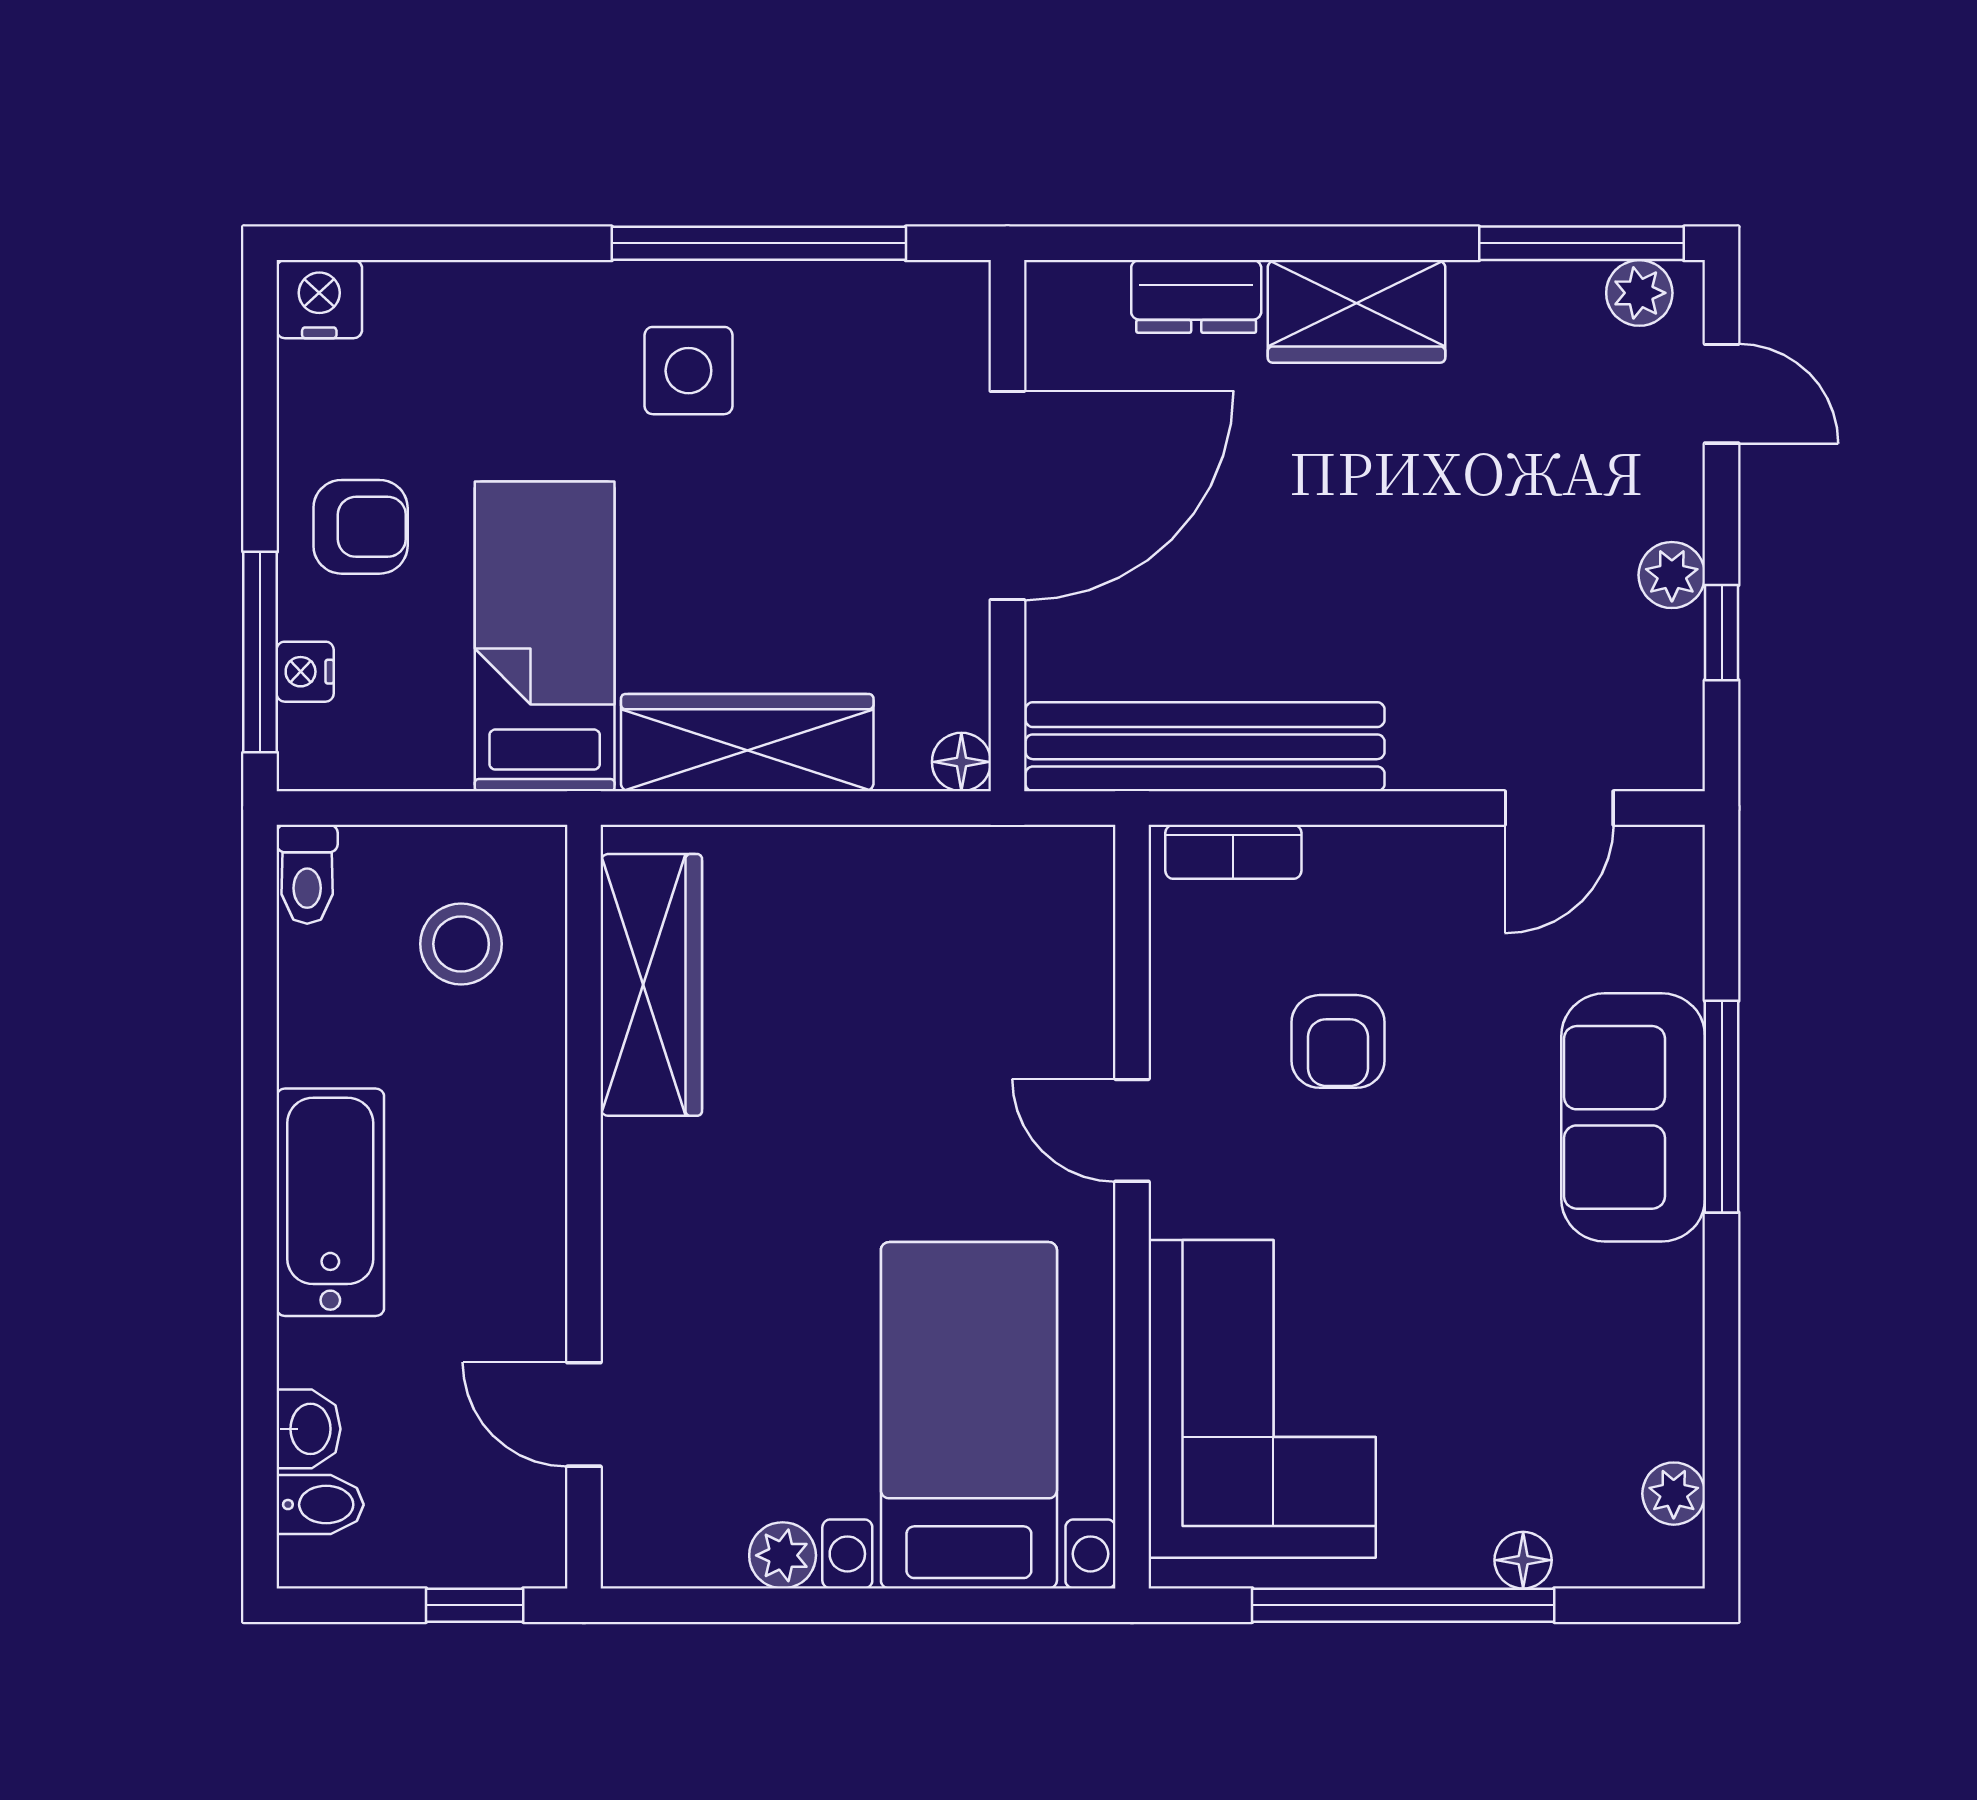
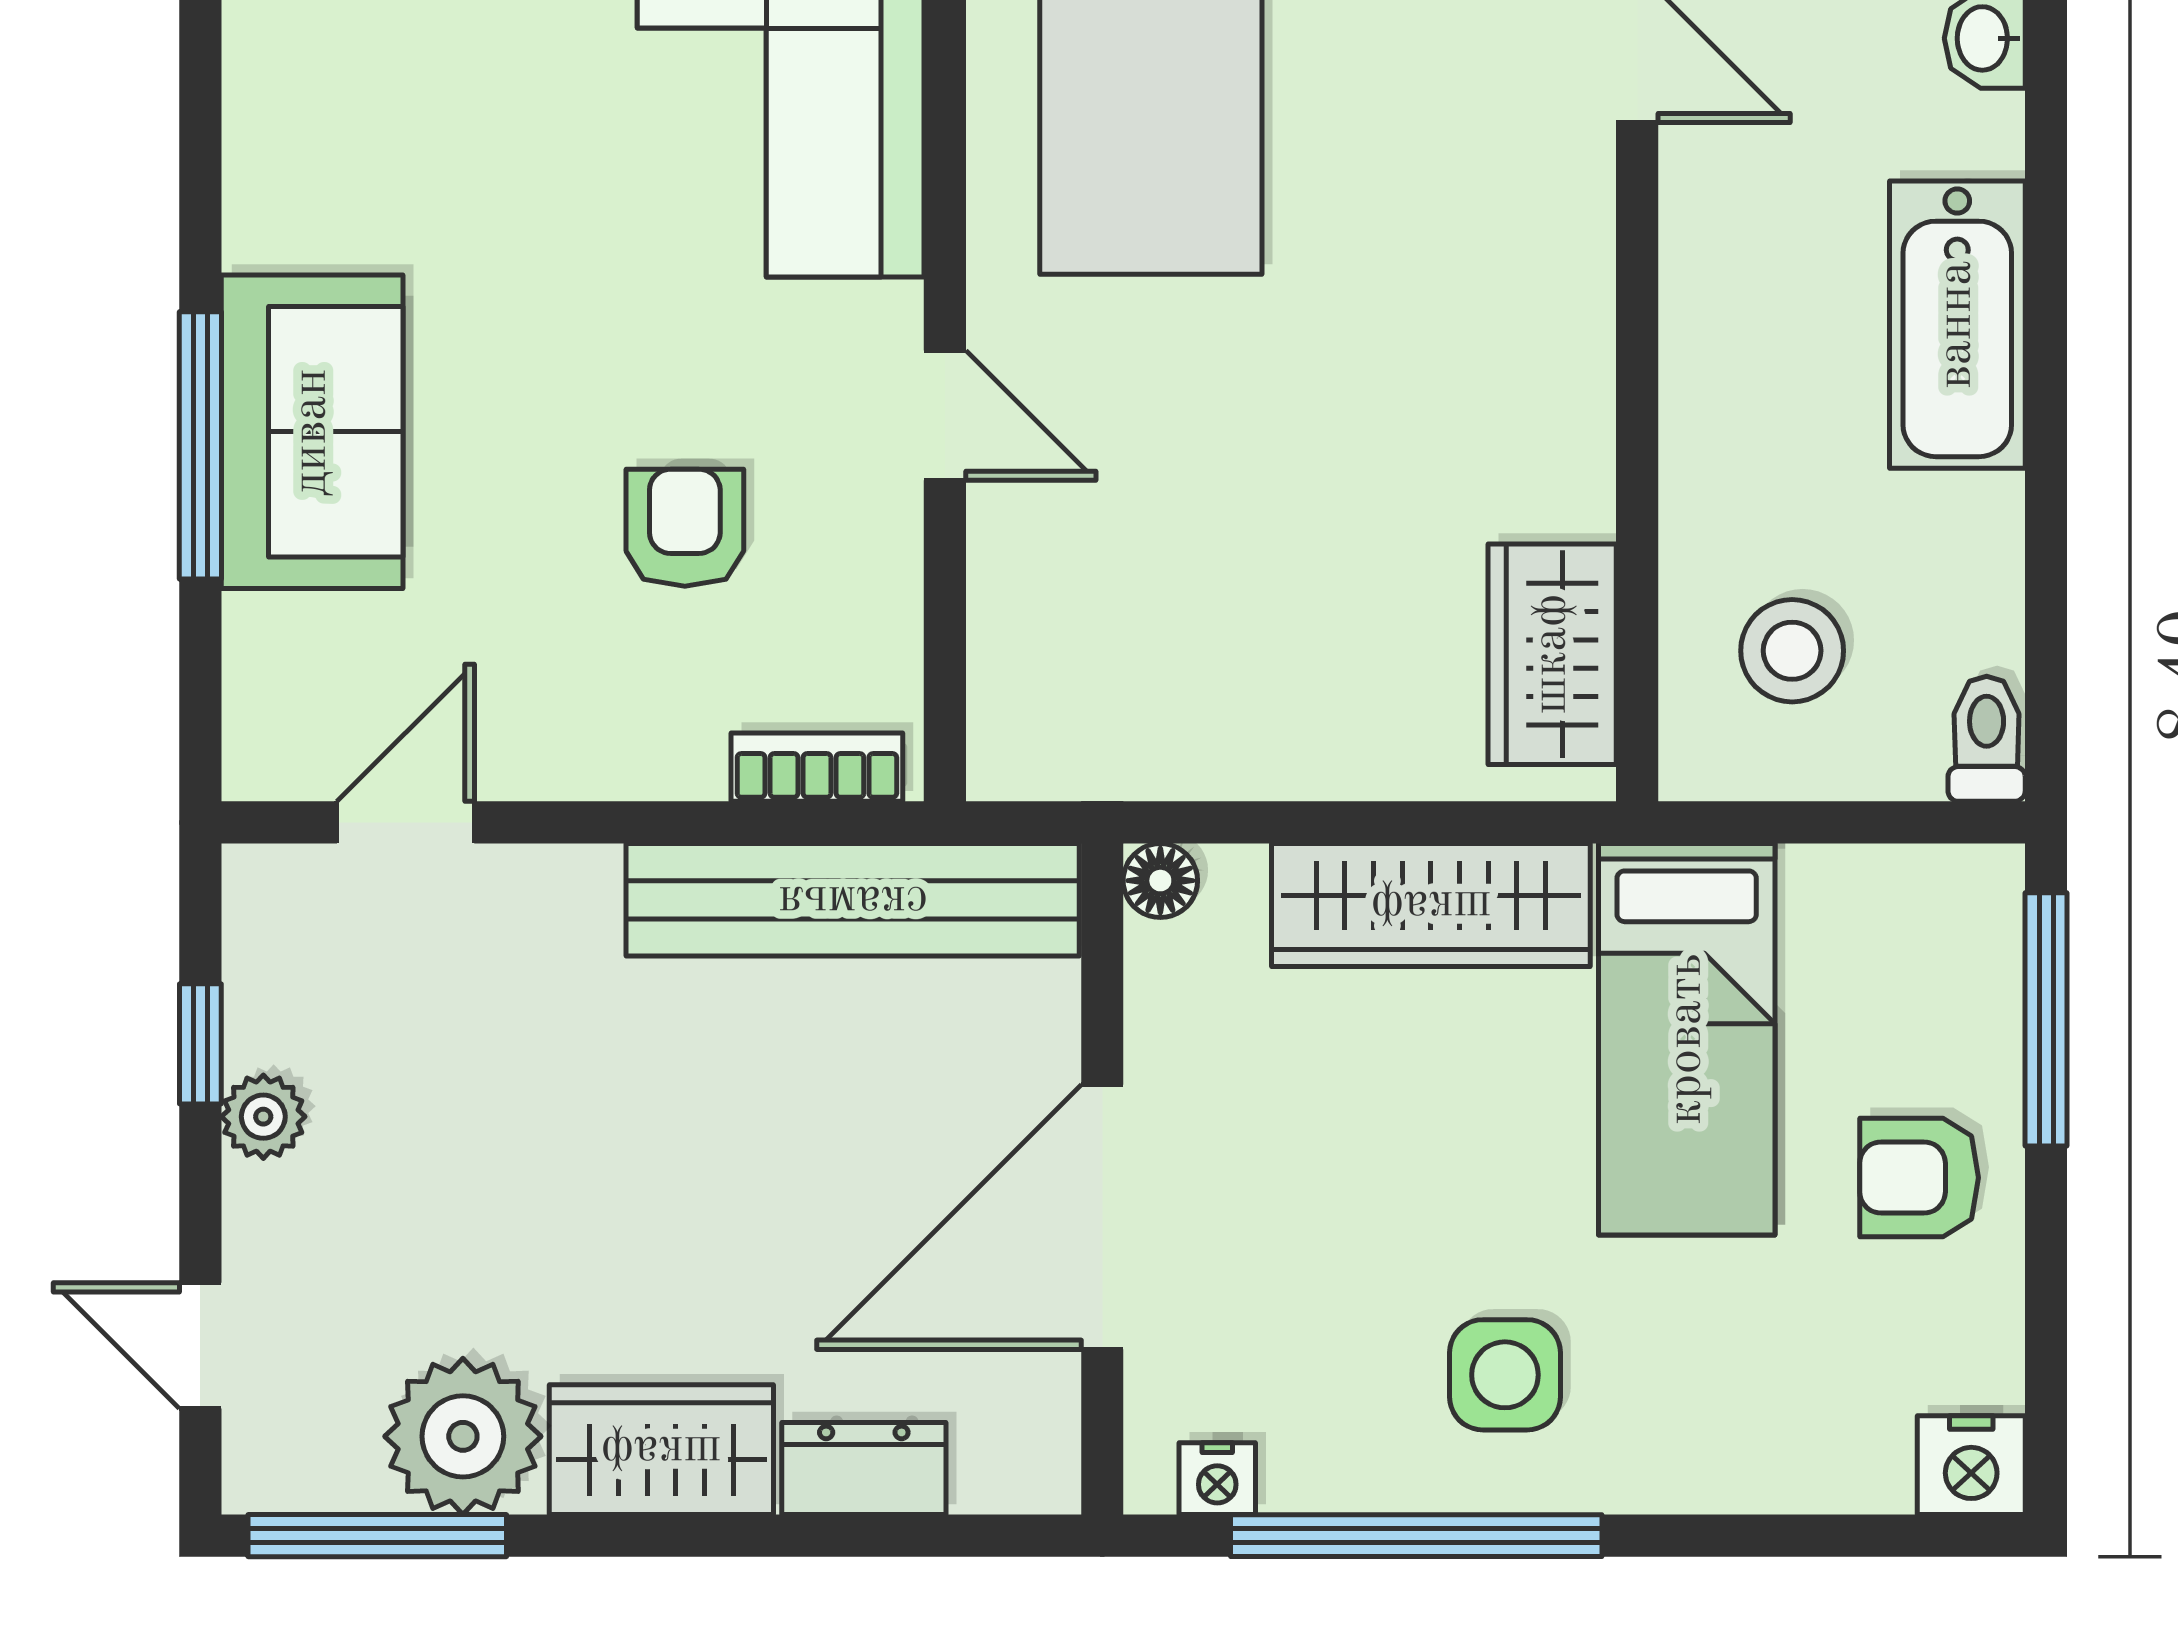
plant: (1639, 293) -> (463, 1436), moved, width x1.88, depth x1.88
nightstand: (305, 672) -> (1217, 1479), moved, turned 90
wardrobe: (651, 985) -> (1552, 654), width x0.67

